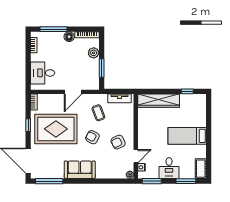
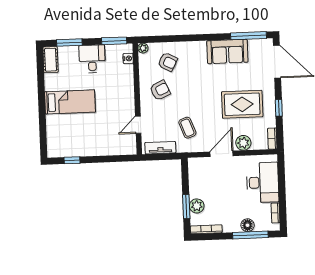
floor lamp: (69, 37) -> (248, 225), moved
window: (102, 68) -> (186, 207), moved
desk: (43, 73) -> (263, 182), width x1.37
plant: (56, 100) -> (243, 143), added
wardrobe: (159, 101) -> (109, 147), removed
rug: (56, 129) -> (242, 104), width x0.73, depth x0.69
armchair: (92, 137) -> (168, 62), moved
door: (136, 156) -> (138, 125), moved
sofa: (80, 170) -> (227, 51), moved

